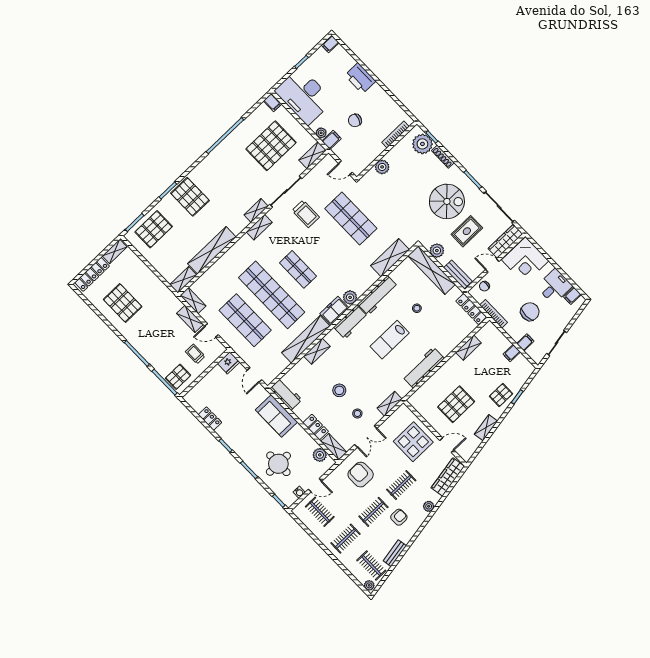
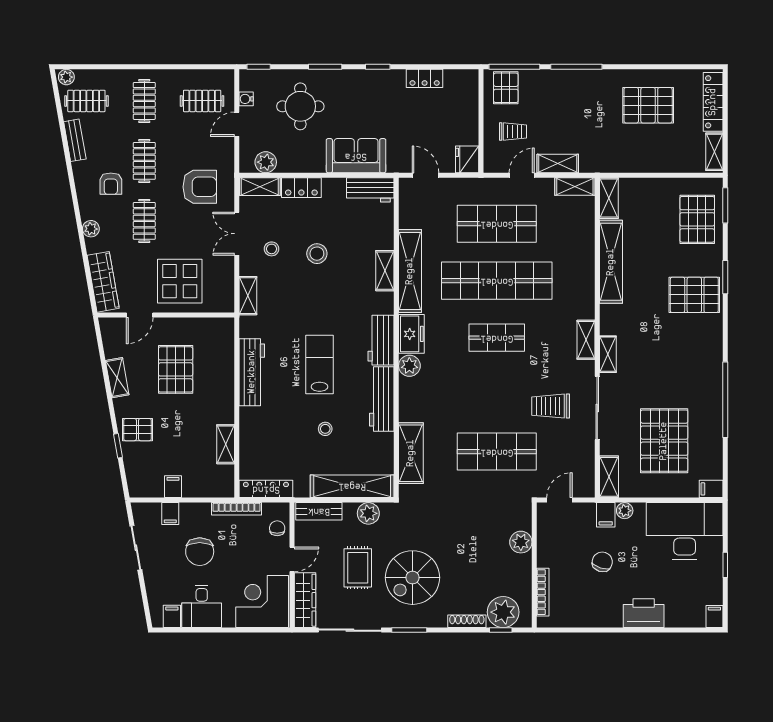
pallet: (501, 395) -> (137, 430), turned 90

